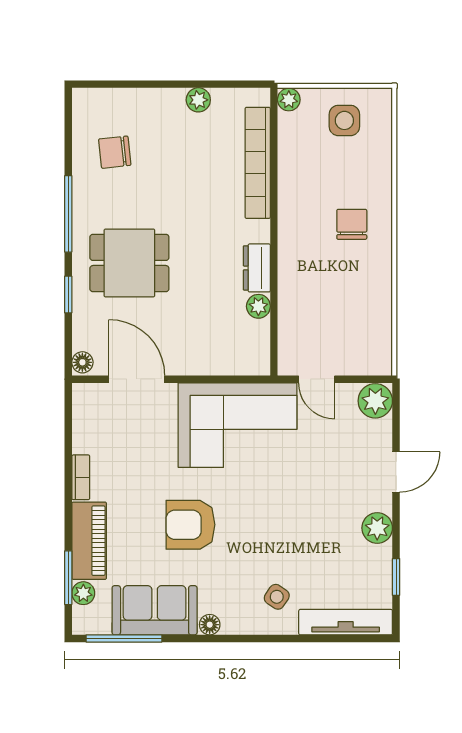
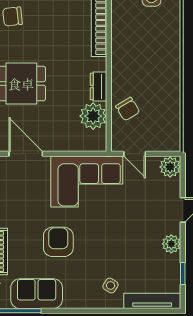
chair: (352, 224) -> (128, 109), moved, turned 149
plant: (258, 306) -> (93, 116), width x1.87, depth x1.87
armchair: (190, 525) -> (58, 242), turned 90
floor lamp: (210, 625) -> (70, 302), removed

